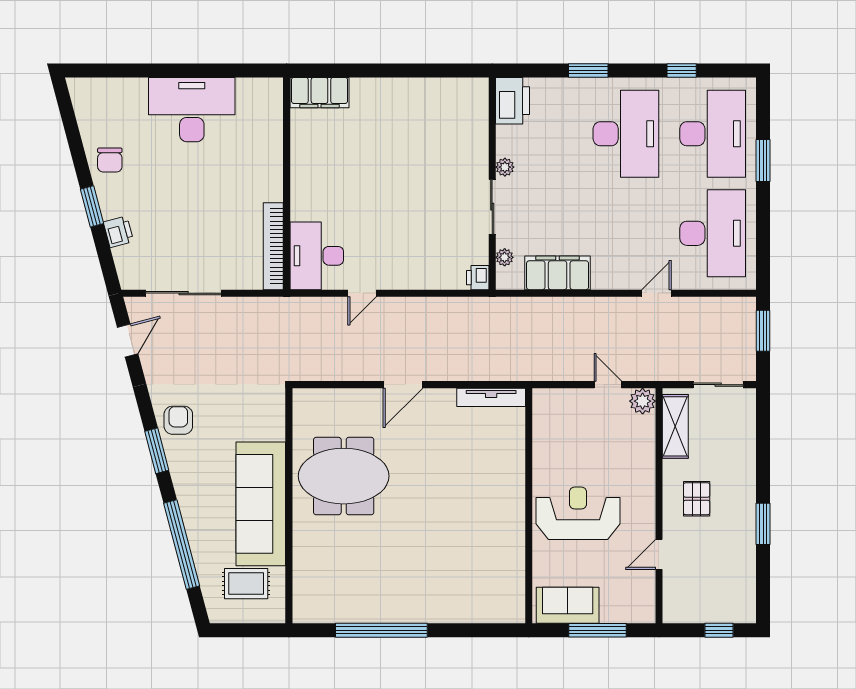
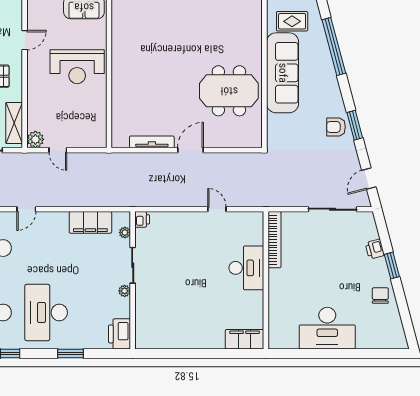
desk: (317, 256) -> (246, 268), moved
door: (362, 293) -> (217, 209), hinge flipped
tv unit: (491, 397) -> (152, 142), moved
armchair: (178, 420) -> (336, 127), turned 90
window: (157, 451) -> (355, 125), moved

